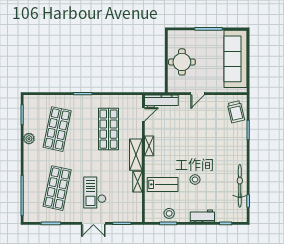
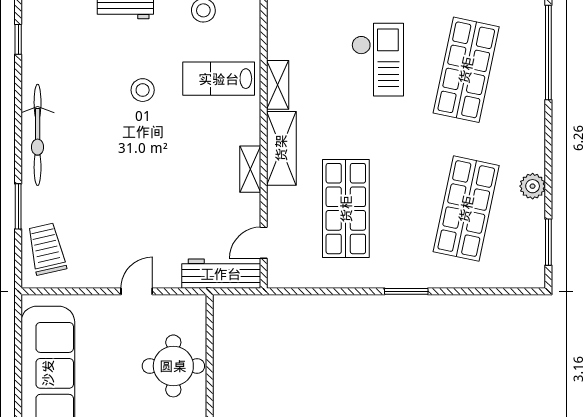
bicycle: (240, 186) -> (38, 135), moved

